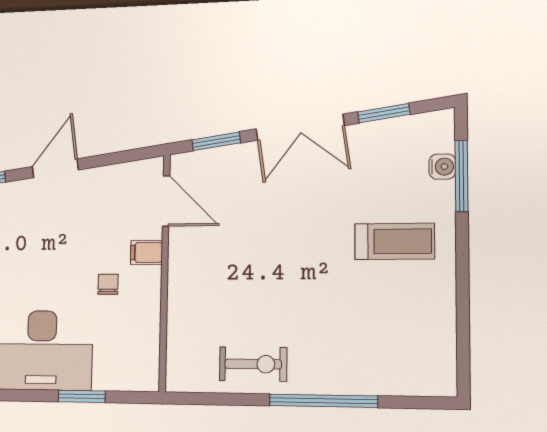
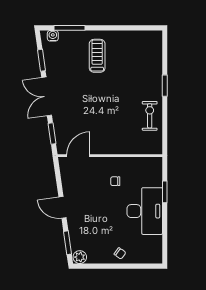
double door: (300, 127) -> (47, 96), swing flipped
water cooler: (442, 167) -> (53, 36), moved
filing cabinet: (146, 252) -> (101, 164), removed
window: (323, 401) -> (165, 86), width x0.47

